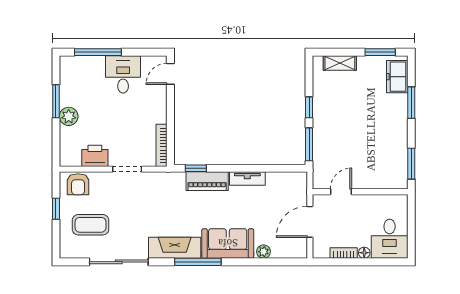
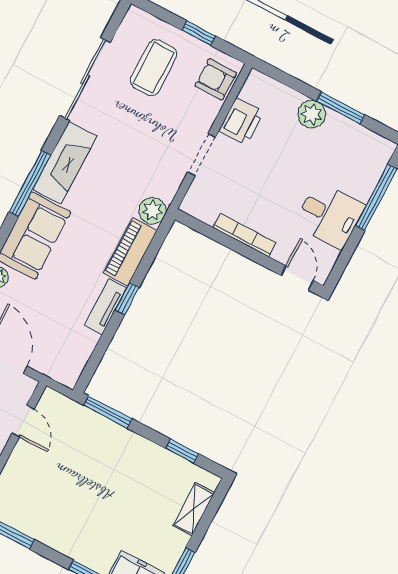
window: (309, 107) -> (182, 451), moved
bookcase: (161, 145) -> (244, 235), moved
window: (196, 168) -> (127, 299), moved
plant: (176, 181) -> (153, 211), added

